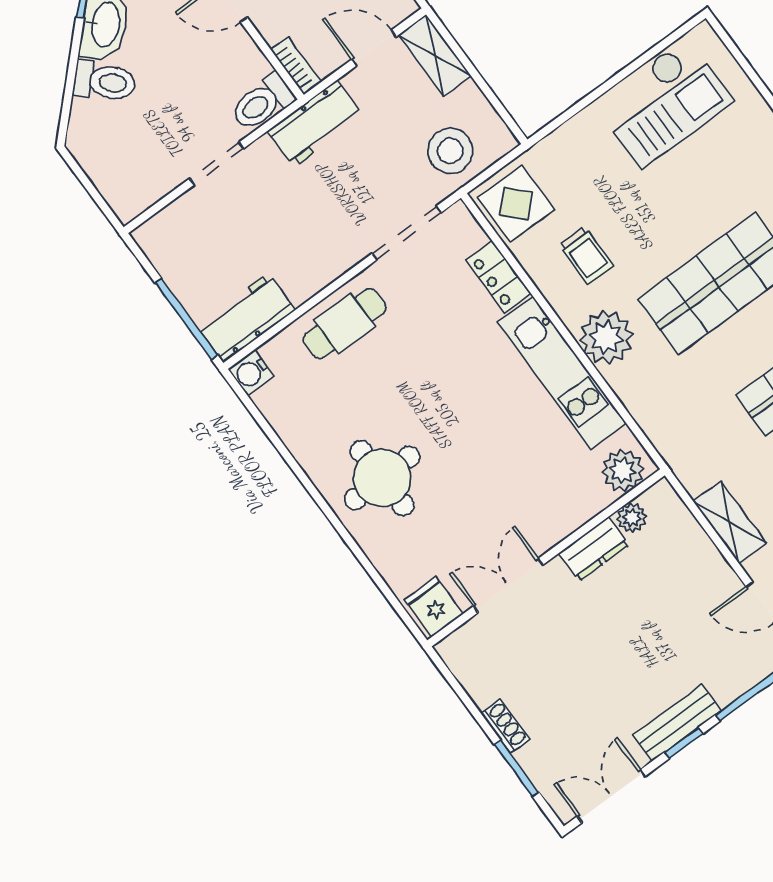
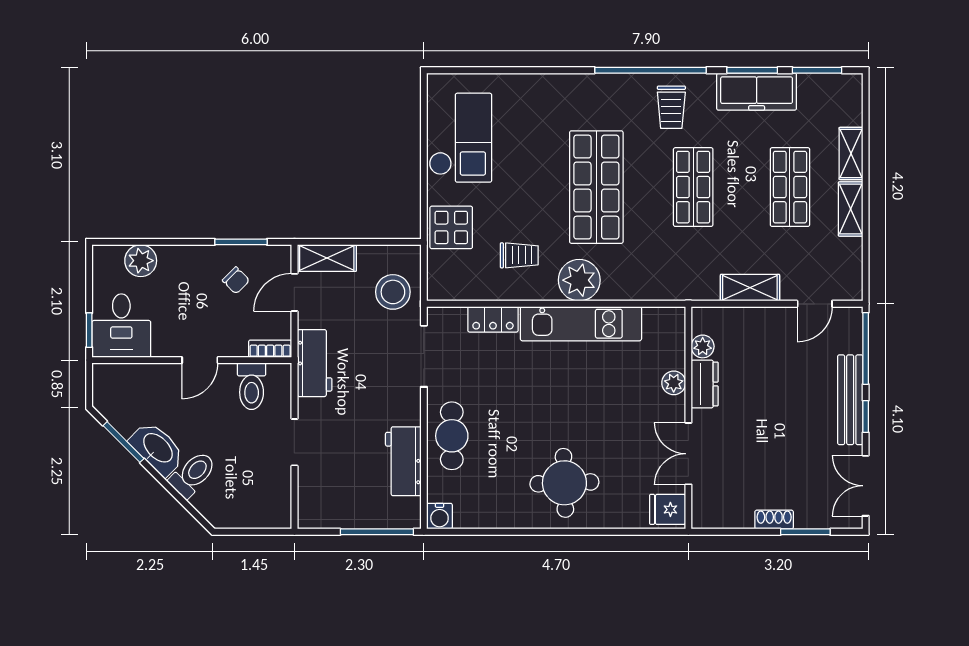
toilet: (262, 102) -> (252, 386), moved
display table: (516, 204) -> (451, 227), moved
workbench: (246, 318) -> (403, 461), moved
plant: (623, 470) -> (674, 383), moved, width x0.73, depth x0.73
bench: (677, 723) -> (850, 400), width x1.36

